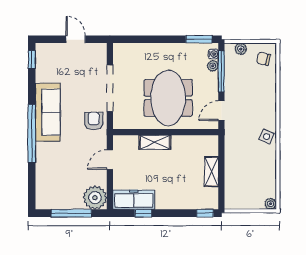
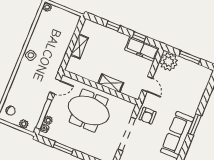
window: (199, 39) -> (63, 148), moved
meeting table: (168, 98) -> (89, 111), turned 90
window: (32, 134) -> (195, 125), width x0.47
door: (110, 160) -> (147, 84), hinge flipped
window: (71, 213) -> (190, 57), width x0.69
window: (205, 213) -> (113, 26), moved

